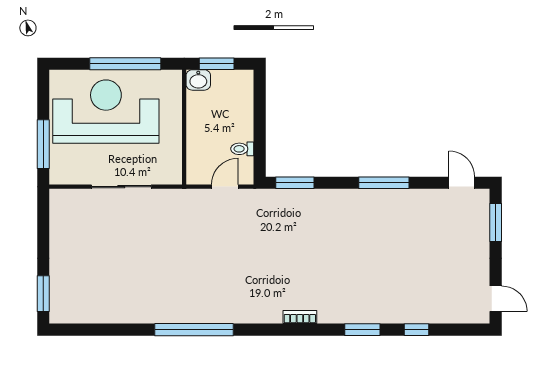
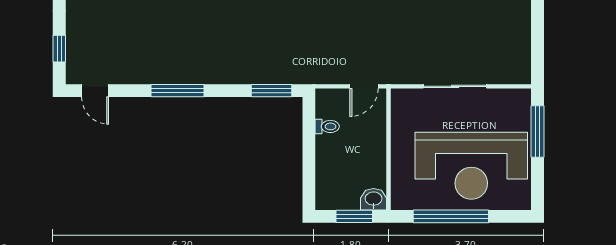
door: (225, 187) -> (364, 86), moved
window: (496, 222) -> (59, 49), width x0.67

